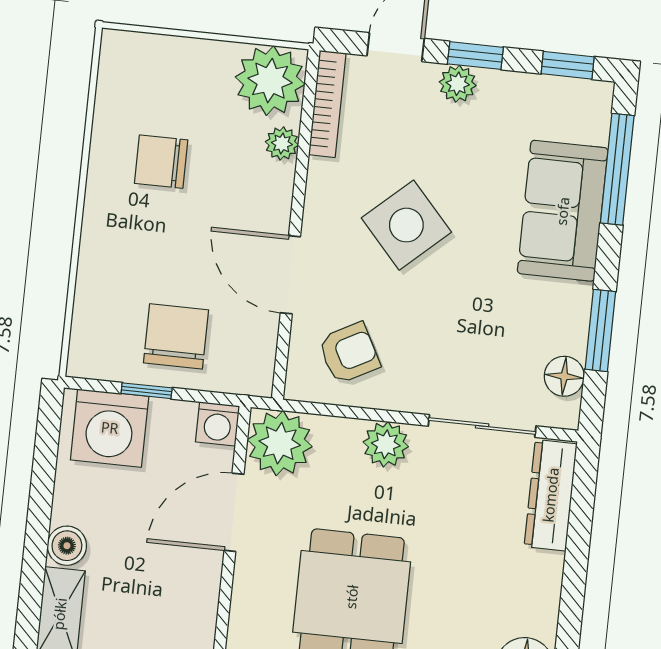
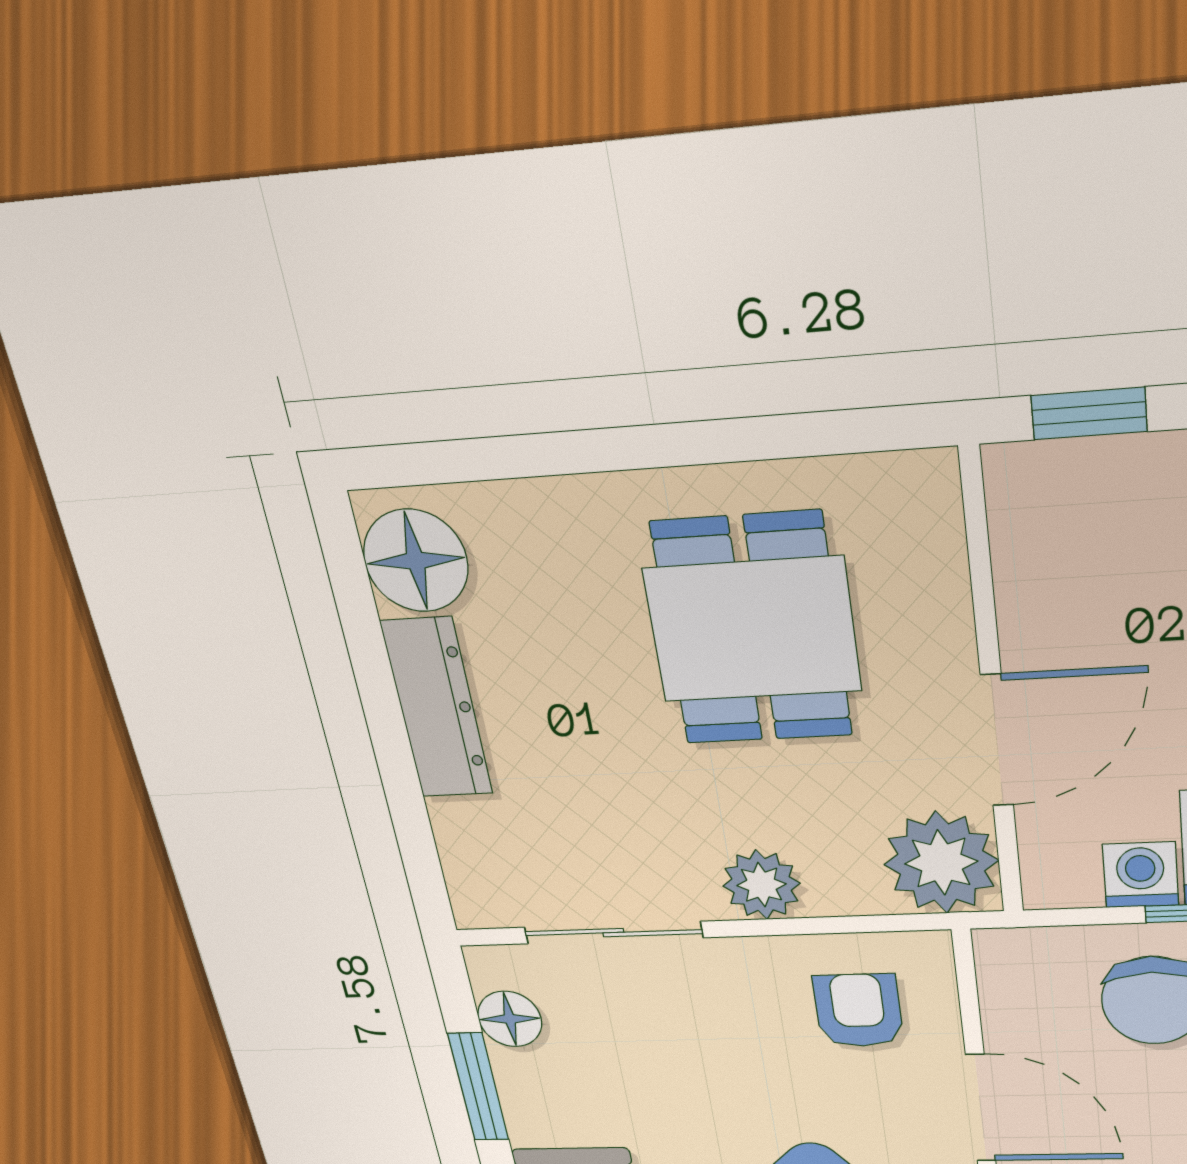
armchair: (349, 353) -> (858, 1010), turned 118
washing machine: (218, 424) -> (1141, 875), moved
dresser: (551, 495) -> (437, 708), moved

